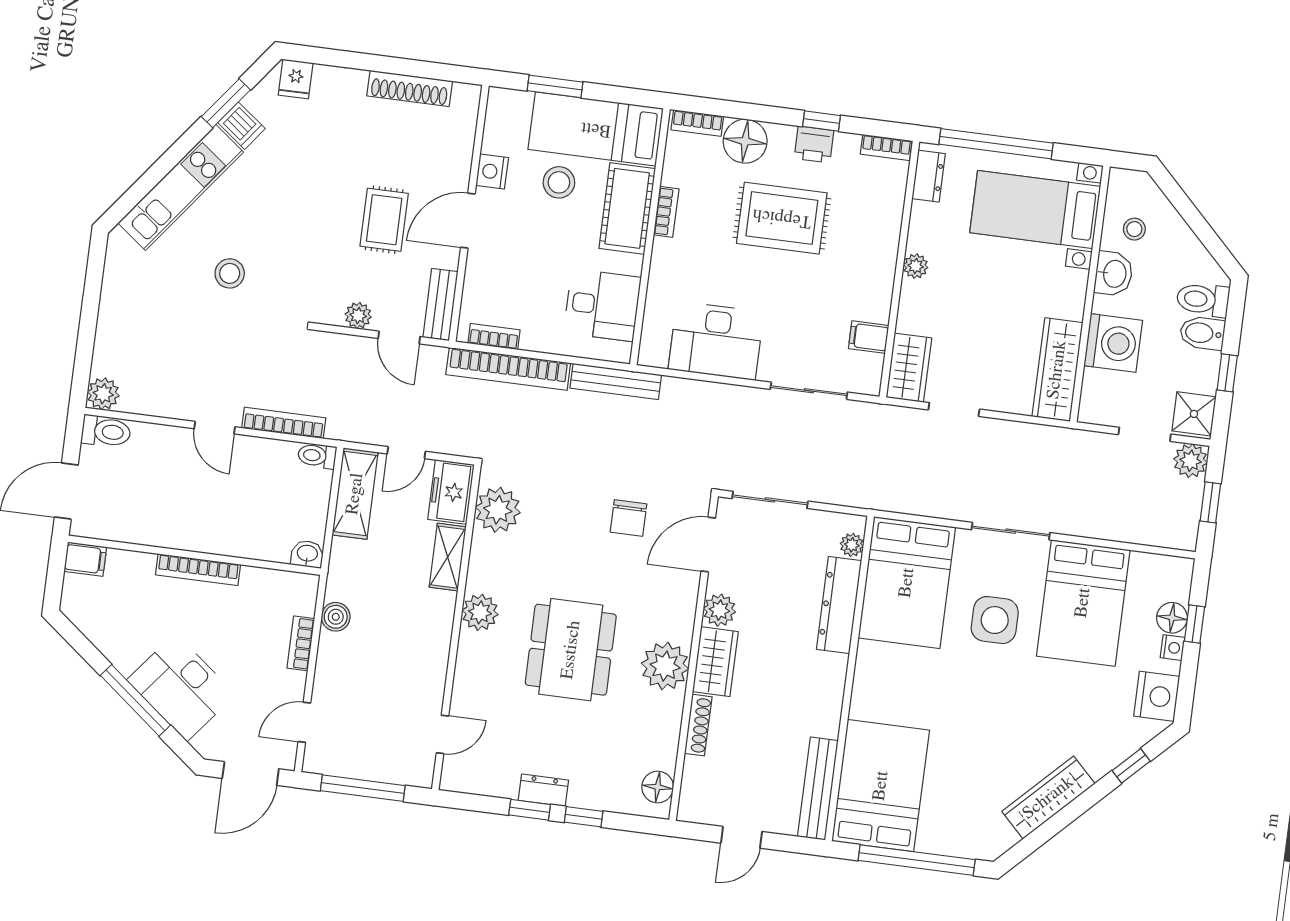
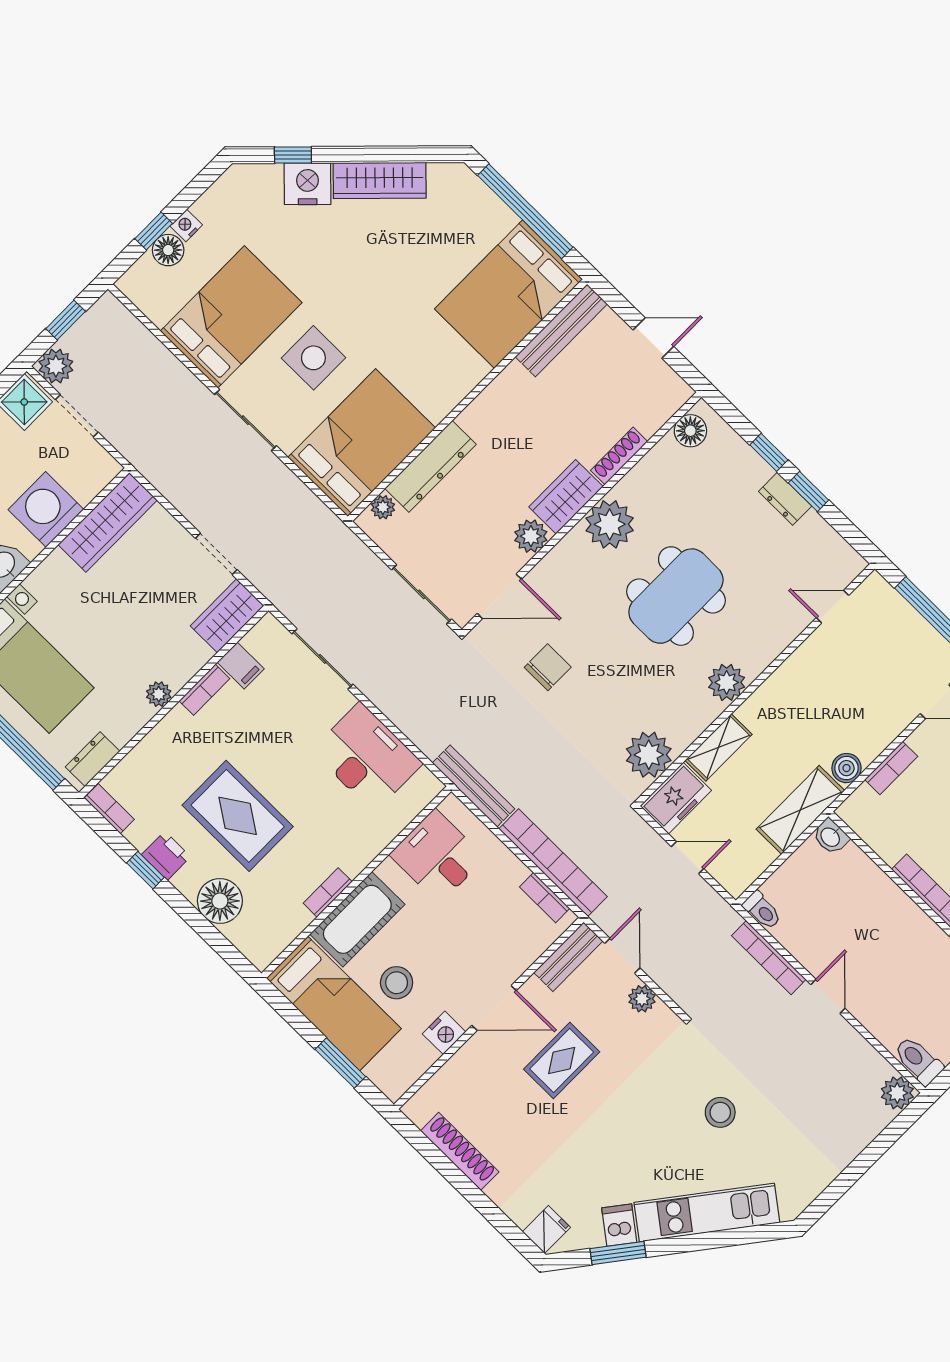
bookcase: (697, 123) -> (204, 690), moved, turned 90
shelving: (355, 494) -> (800, 810), moved
nightstand: (1157, 696) -> (307, 184), moved, turned 45

